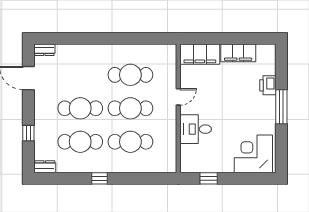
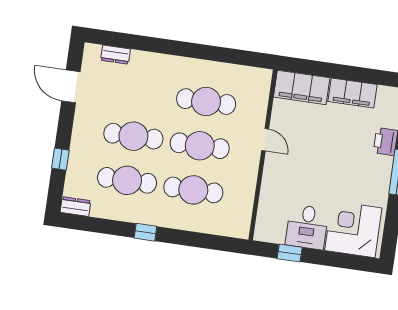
dresser: (44, 50) -> (115, 55), moved
door: (178, 97) -> (265, 140), hinge flipped
desk: (196, 129) -> (307, 227), moved, turned -90

